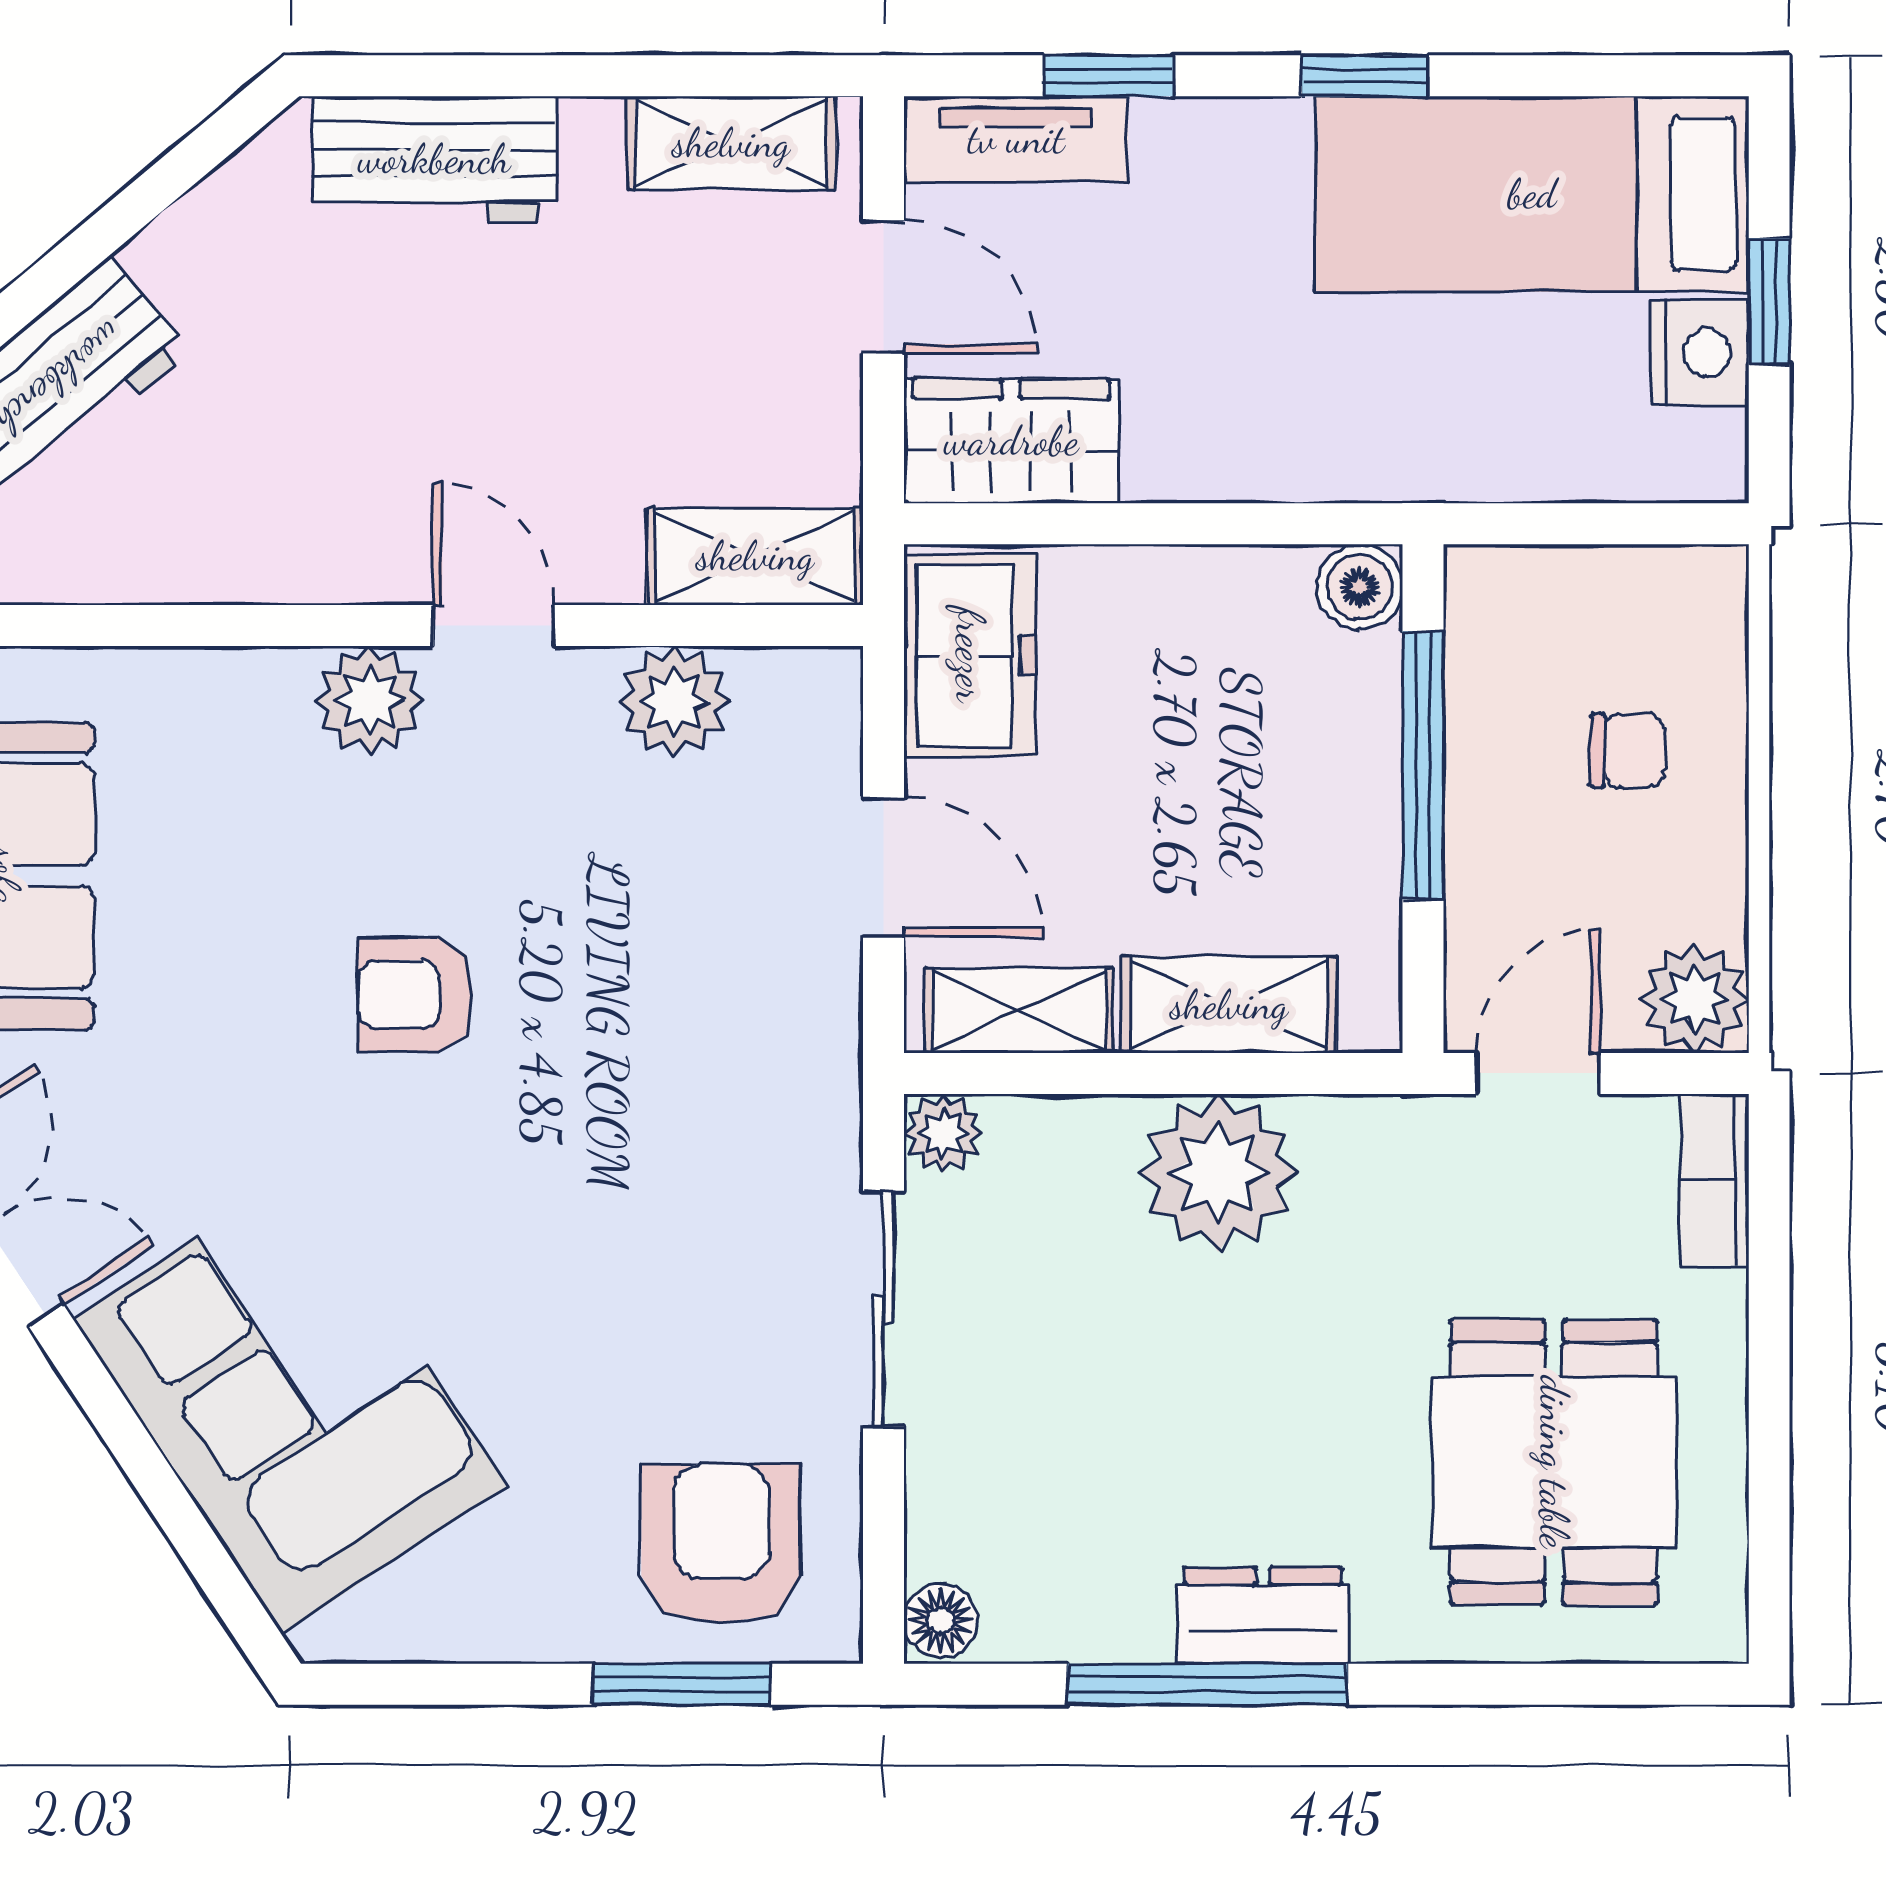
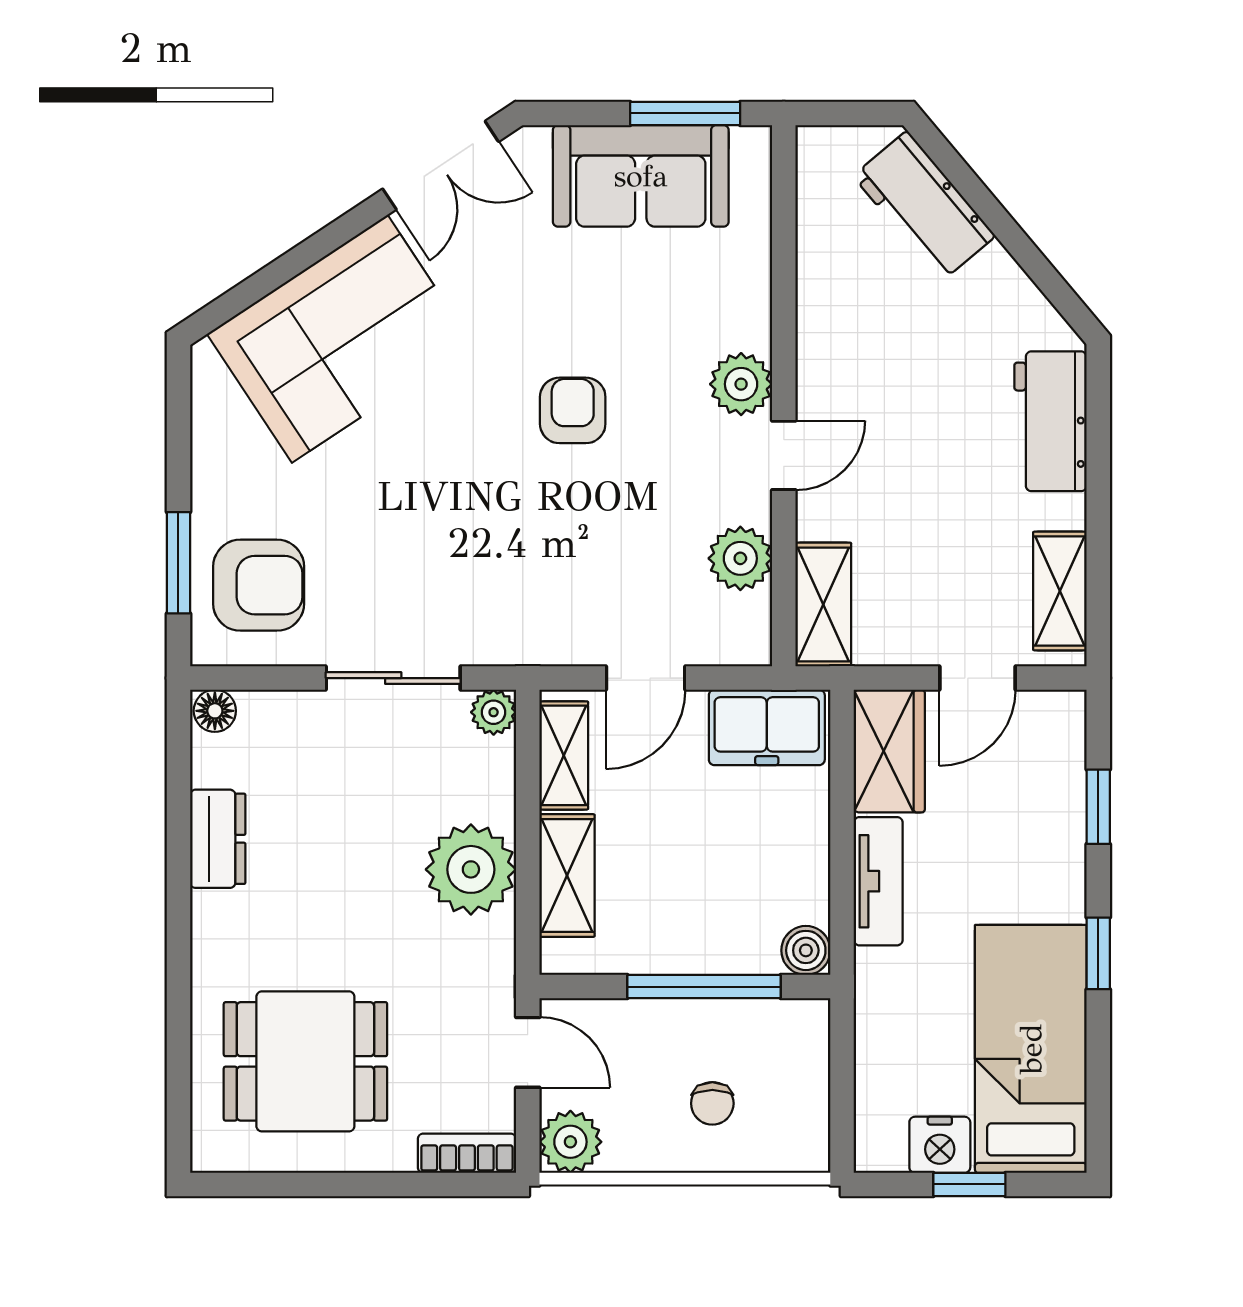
tv unit: (1016, 139) -> (878, 881), moved, turned 180
dresser: (1263, 1616) -> (218, 839), moved
window: (1207, 1684) -> (178, 863), removed

